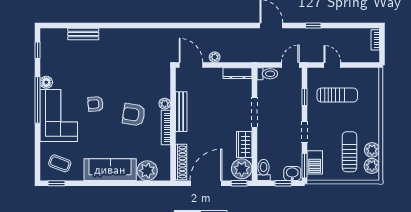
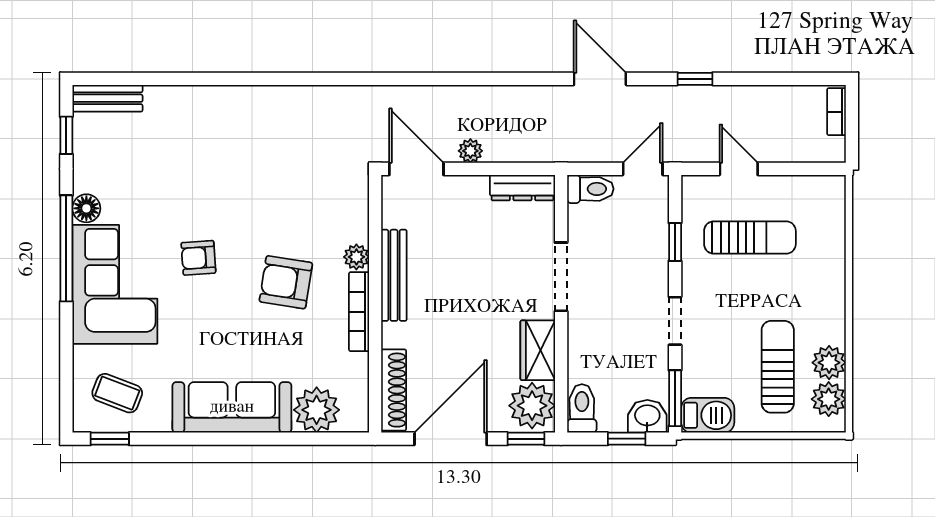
bench: (83, 34) -> (107, 98), moved
barbecue: (315, 162) -> (708, 415), moved, turned -90

